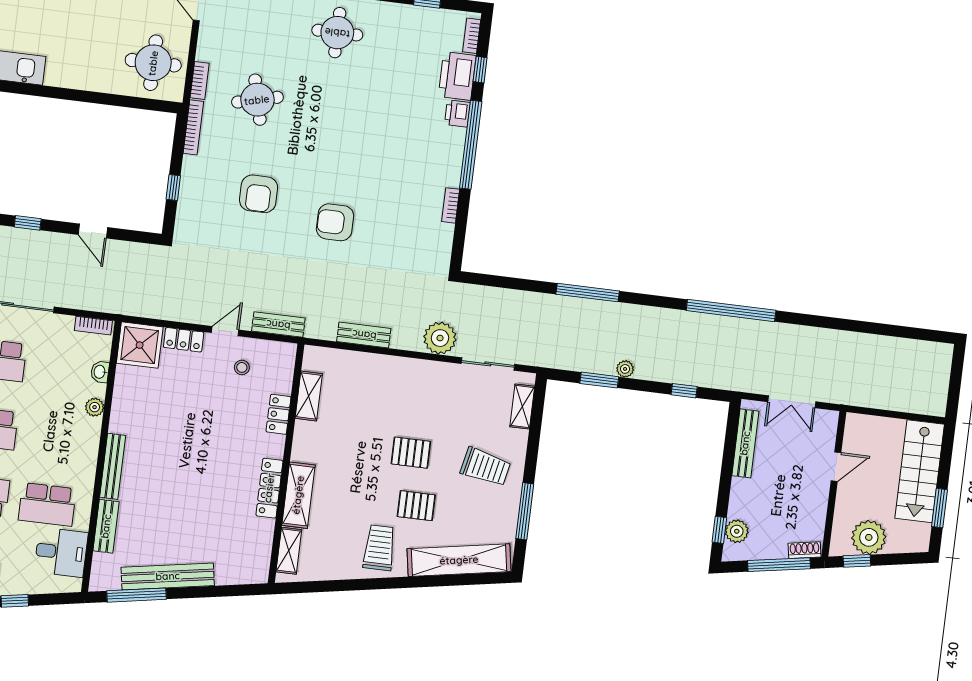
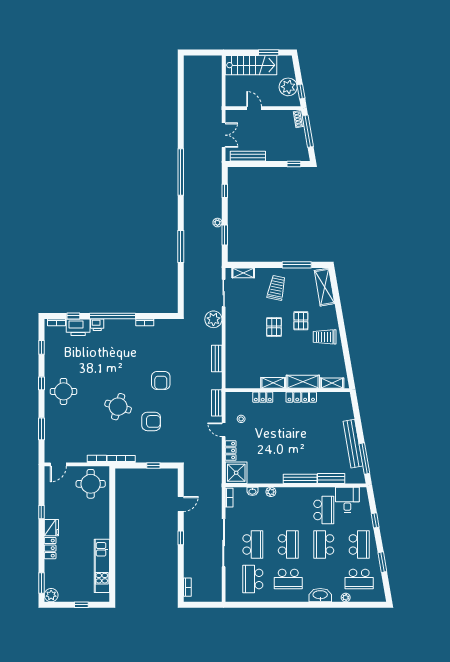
round table: (257, 100) -> (118, 407), moved, turned 31
shelving: (309, 396) -> (273, 383), moved
plant: (737, 531) -> (293, 155), removed
shelving: (459, 560) -> (325, 287), width x0.68

